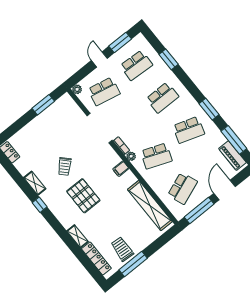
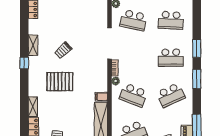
window: (169, 59) -> (197, 48), moved
window: (209, 109) -> (197, 79), moved
school desk: (189, 130) -> (171, 95), turned -42
filing cabinet: (121, 169) -> (101, 97), moved
pallet: (83, 196) -> (60, 82), turned 90

